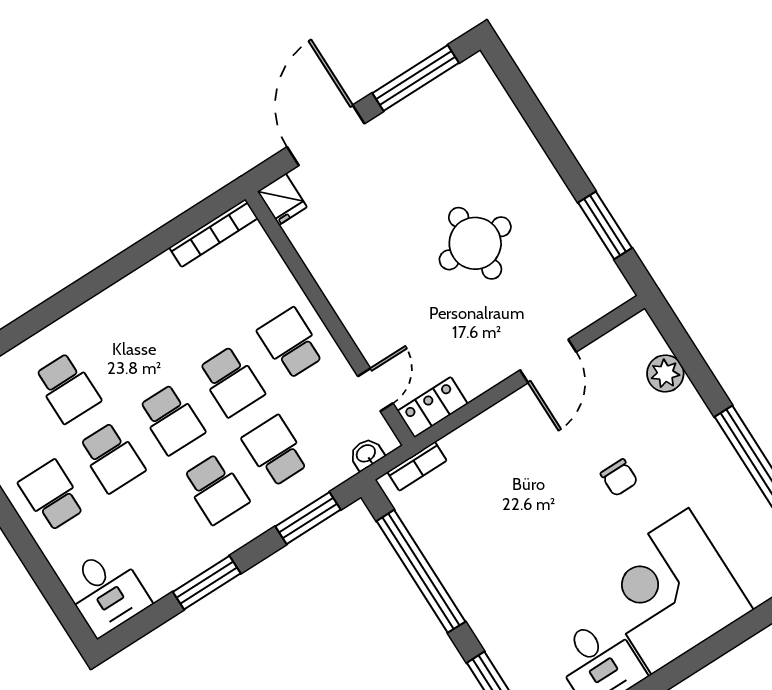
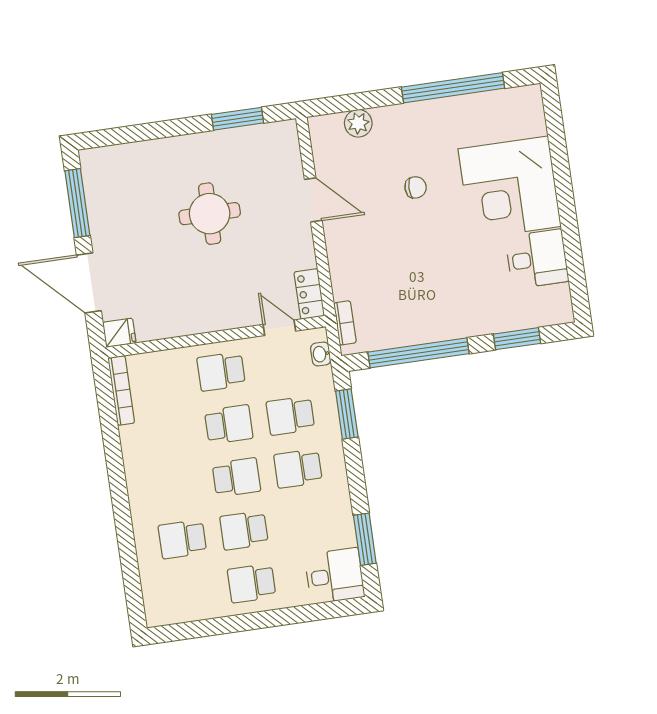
school desk: (67, 388) -> (182, 539), turned 180
school desk: (112, 457) -> (244, 530), turned 180
school desk: (216, 489) -> (298, 469), turned 180
window: (207, 583) -> (365, 539), moved

